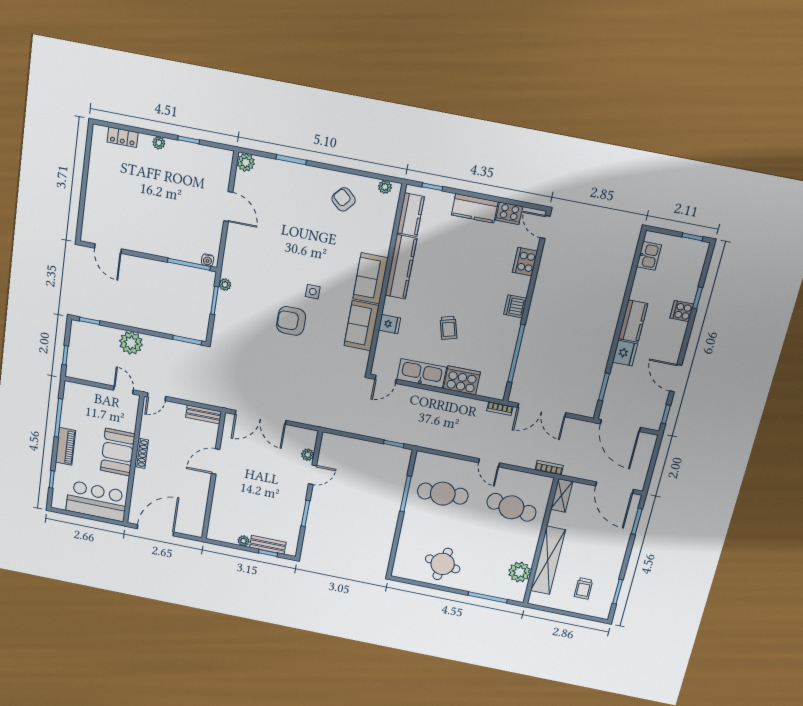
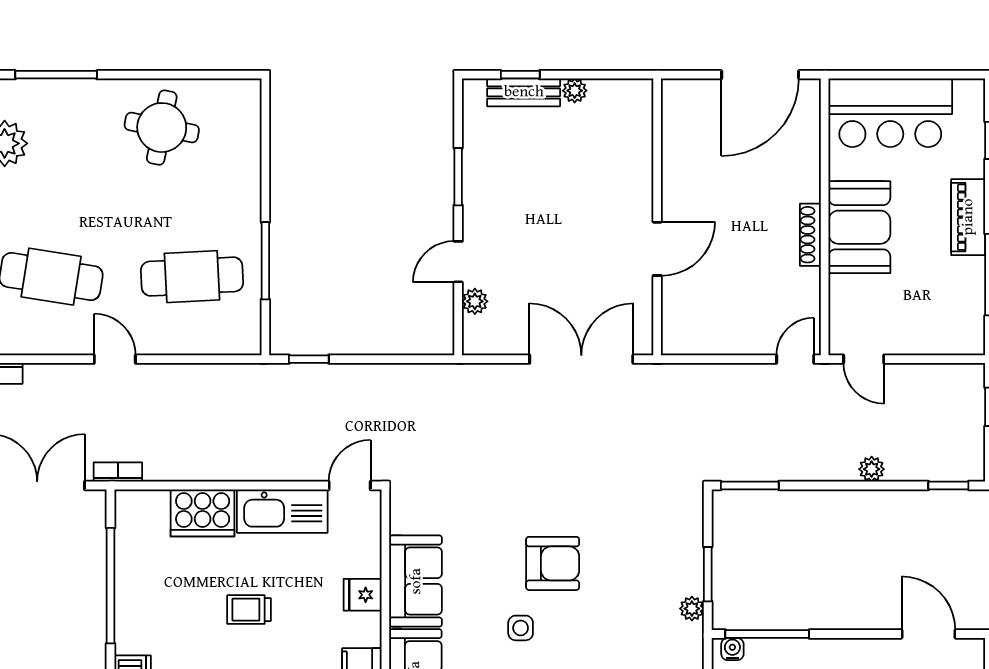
trolley: (449, 328) -> (249, 610), turned -74
plant: (131, 343) -> (872, 469), width x0.53, depth x0.53
bench: (204, 414) -> (696, 342), removed

